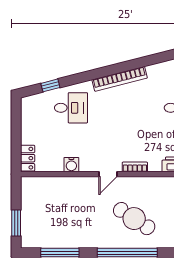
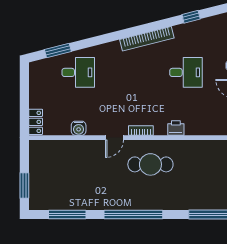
bookcase: (120, 79) -> (147, 39), moved
window: (50, 85) -> (58, 50), width x1.50
cafe table: (134, 219) -> (150, 164), moved, turned -33

